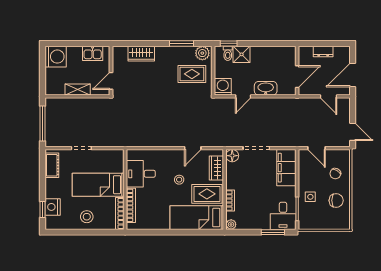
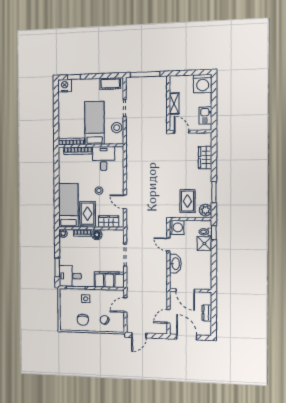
floor lamp: (232, 156) -> (97, 235), moved
nightstand: (53, 207) -> (65, 86), moved
stool: (87, 217) -> (117, 128), moved

